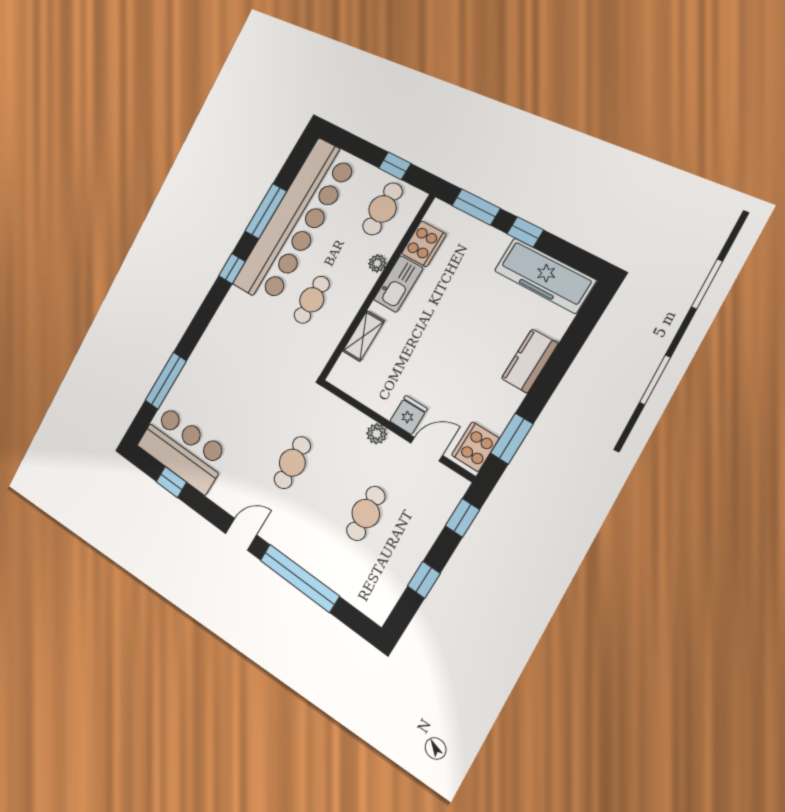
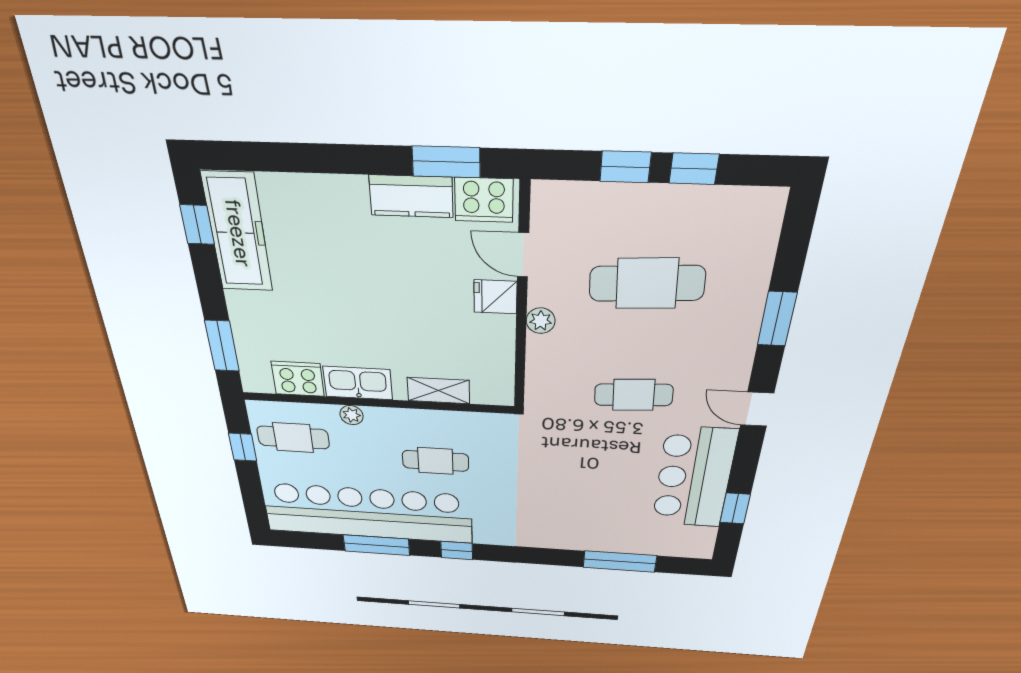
window: (525, 232) -> (197, 225), moved
kitchen counter: (530, 361) -> (411, 196), moved
bar counter: (183, 449) -> (694, 478), moved
cafe table: (366, 513) -> (647, 283), width x1.37, depth x1.35
window: (462, 518) -> (625, 167), moved
window: (299, 578) -> (777, 319), width x0.47

